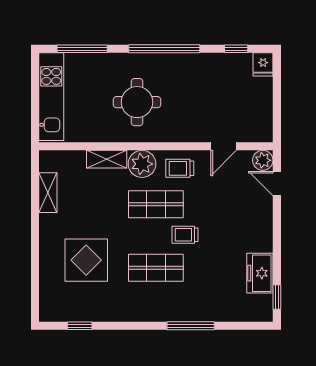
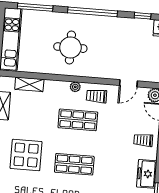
shelving: (107, 159) -> (29, 84), moved
plant: (142, 164) -> (75, 87), width x0.53, depth x0.53
trolley: (185, 235) -> (143, 140), moved

